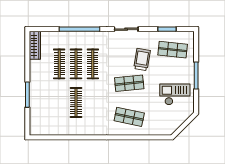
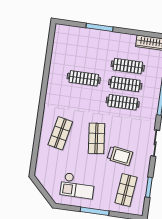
checkout: (175, 94) -> (78, 186), turned 90

